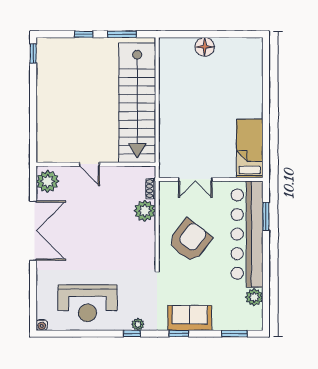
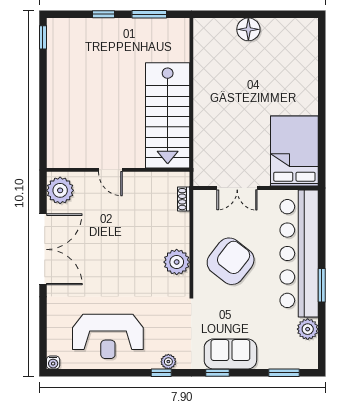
stairs: (137, 103) -> (168, 115), width x0.73
bed: (250, 148) -> (294, 151), width x1.50
plant: (145, 211) -> (177, 262), moved
window: (266, 216) -> (322, 285), moved

